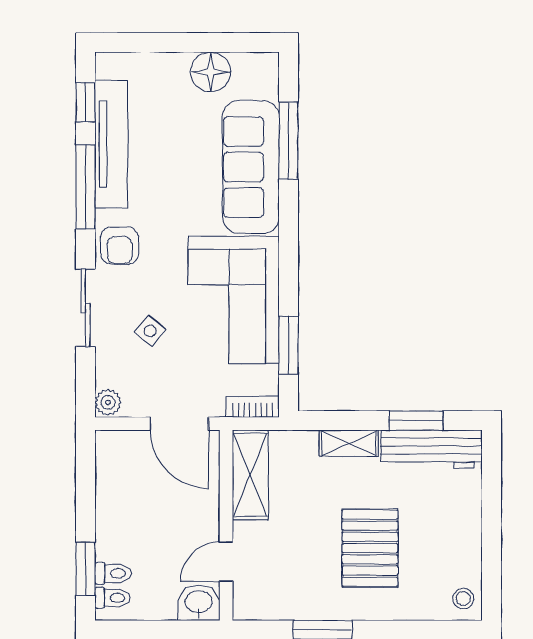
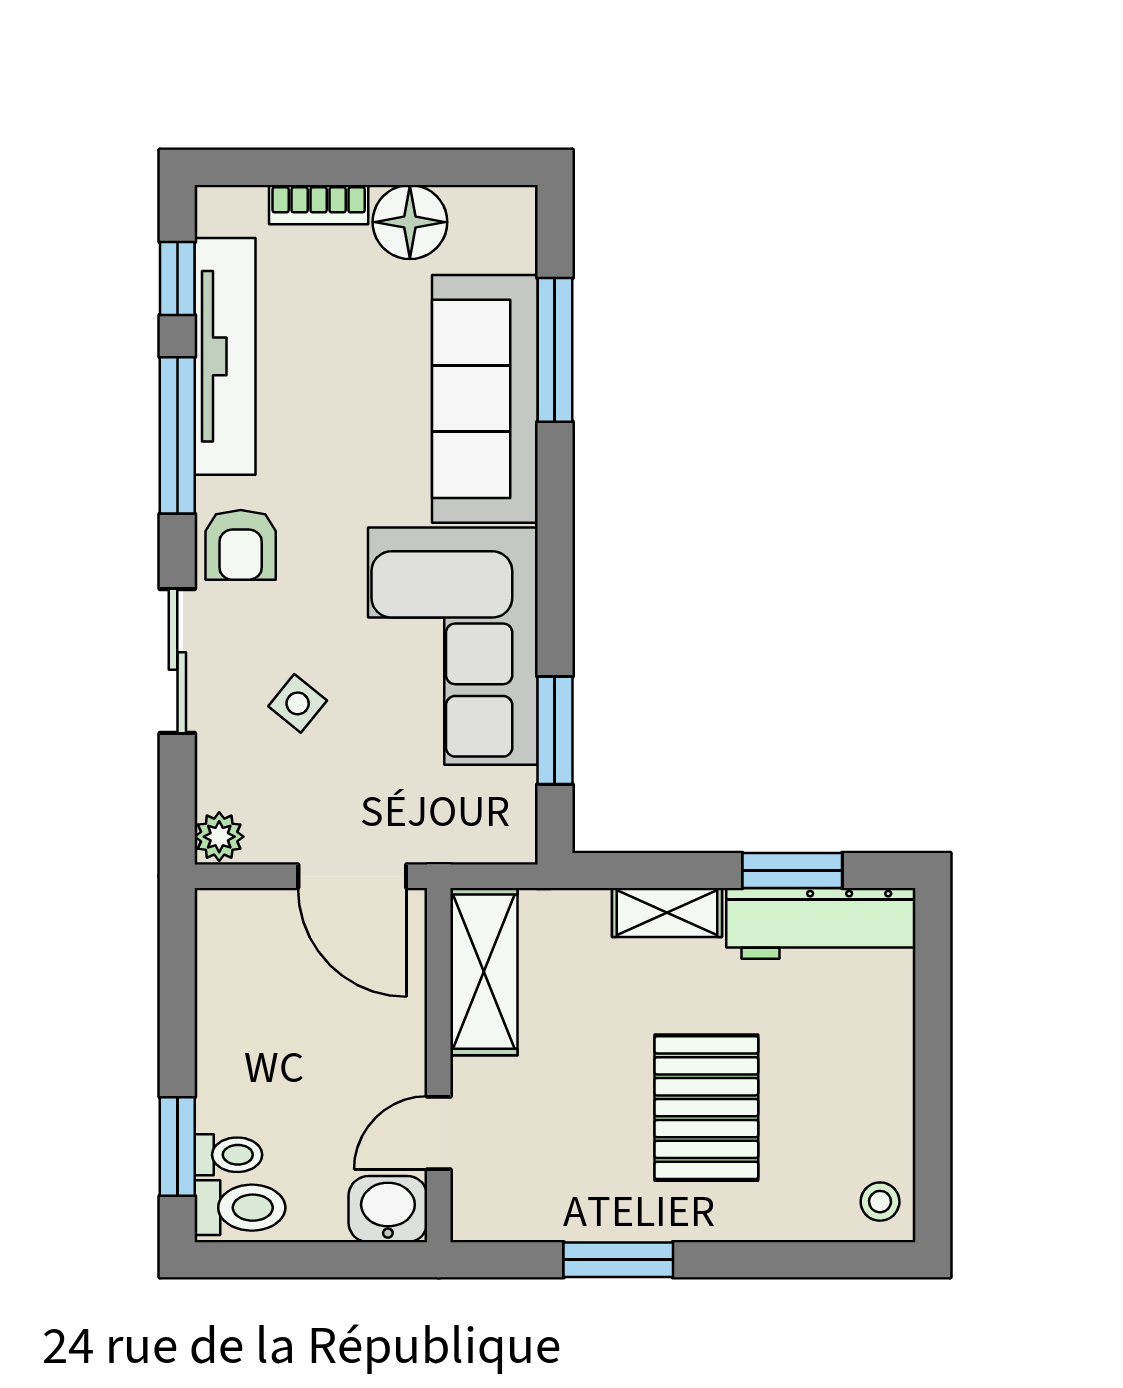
bookcase: (253, 407) -> (319, 205), moved, turned 180
toilet: (112, 598) -> (240, 1208), width x1.37, depth x1.39

